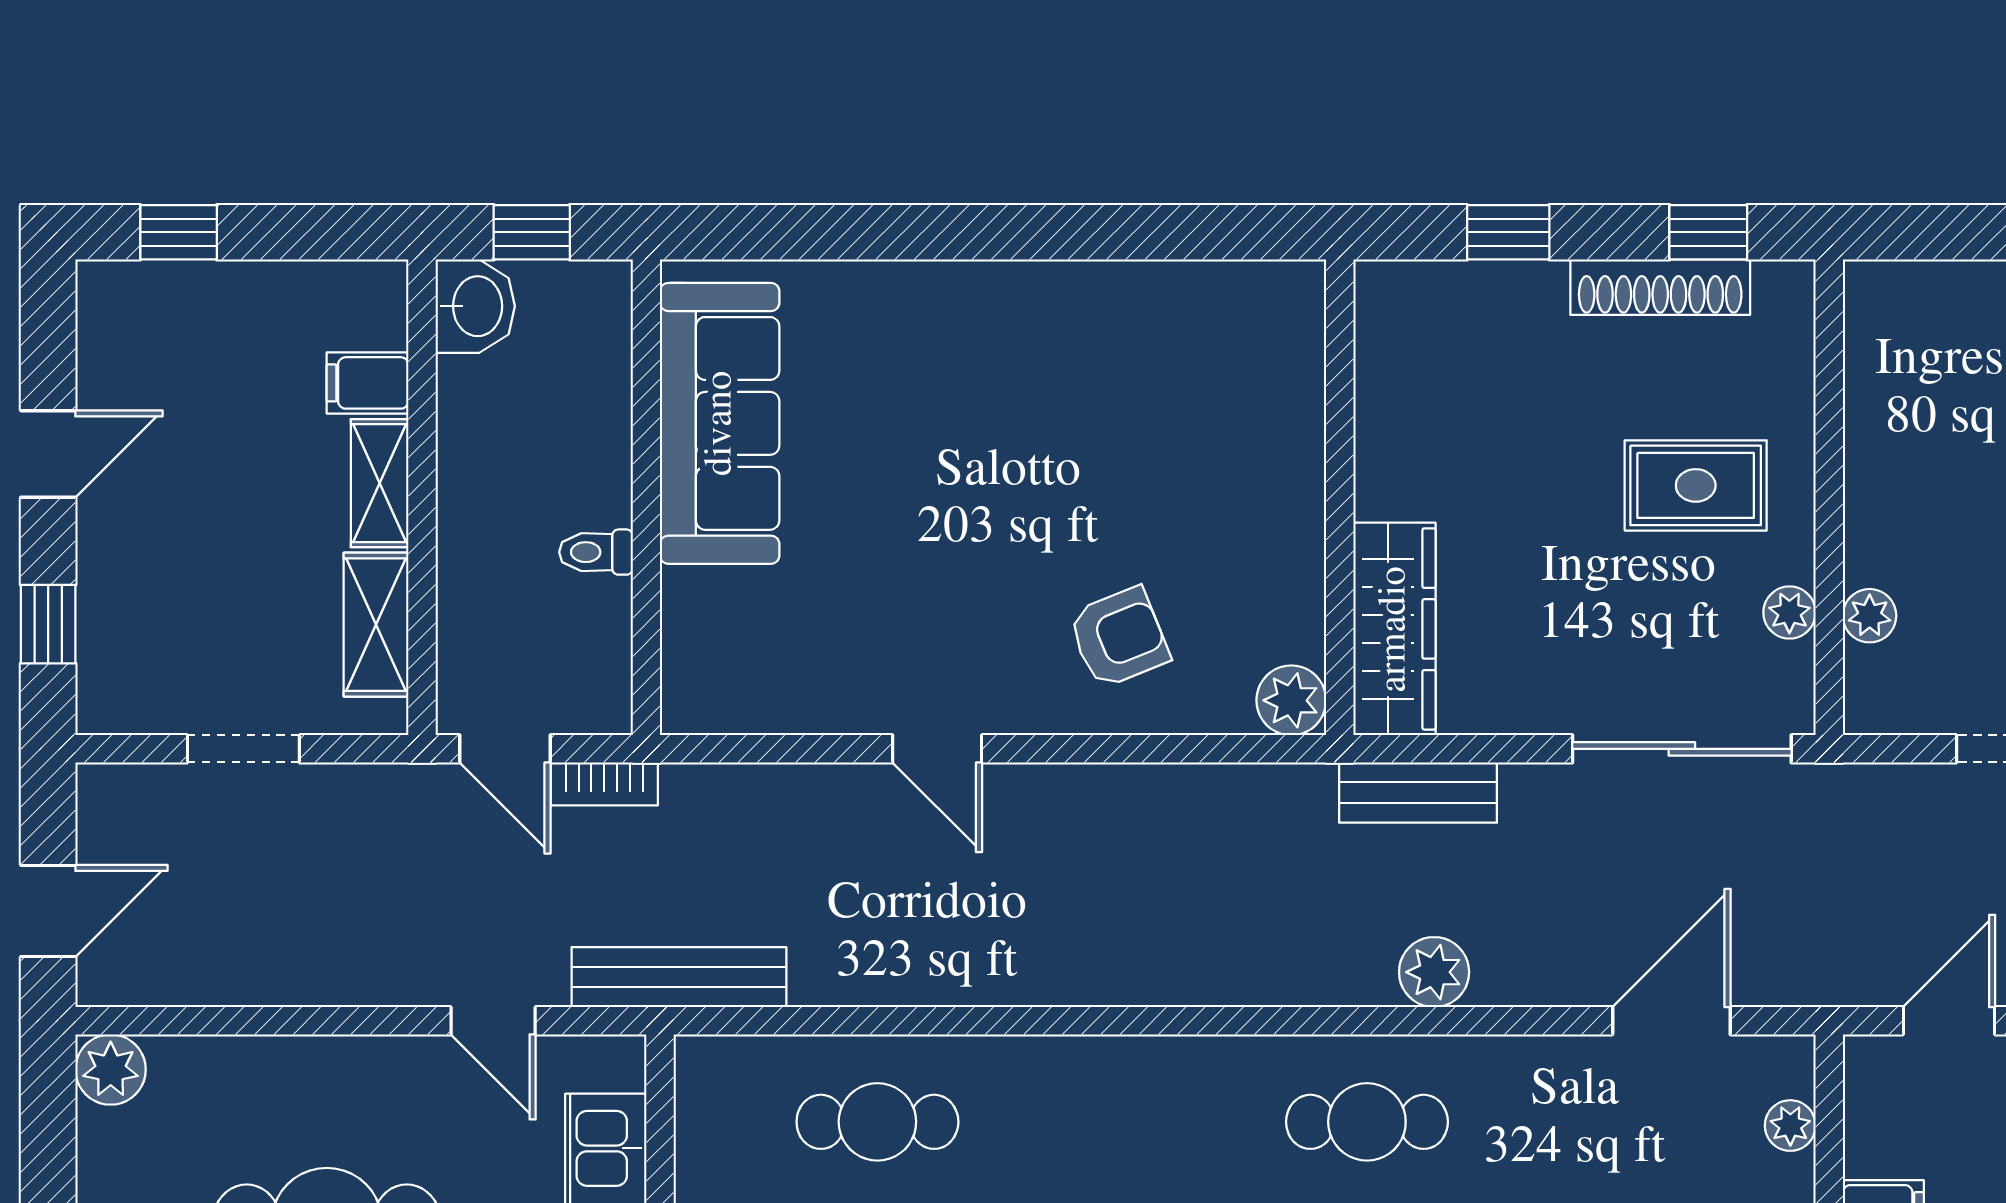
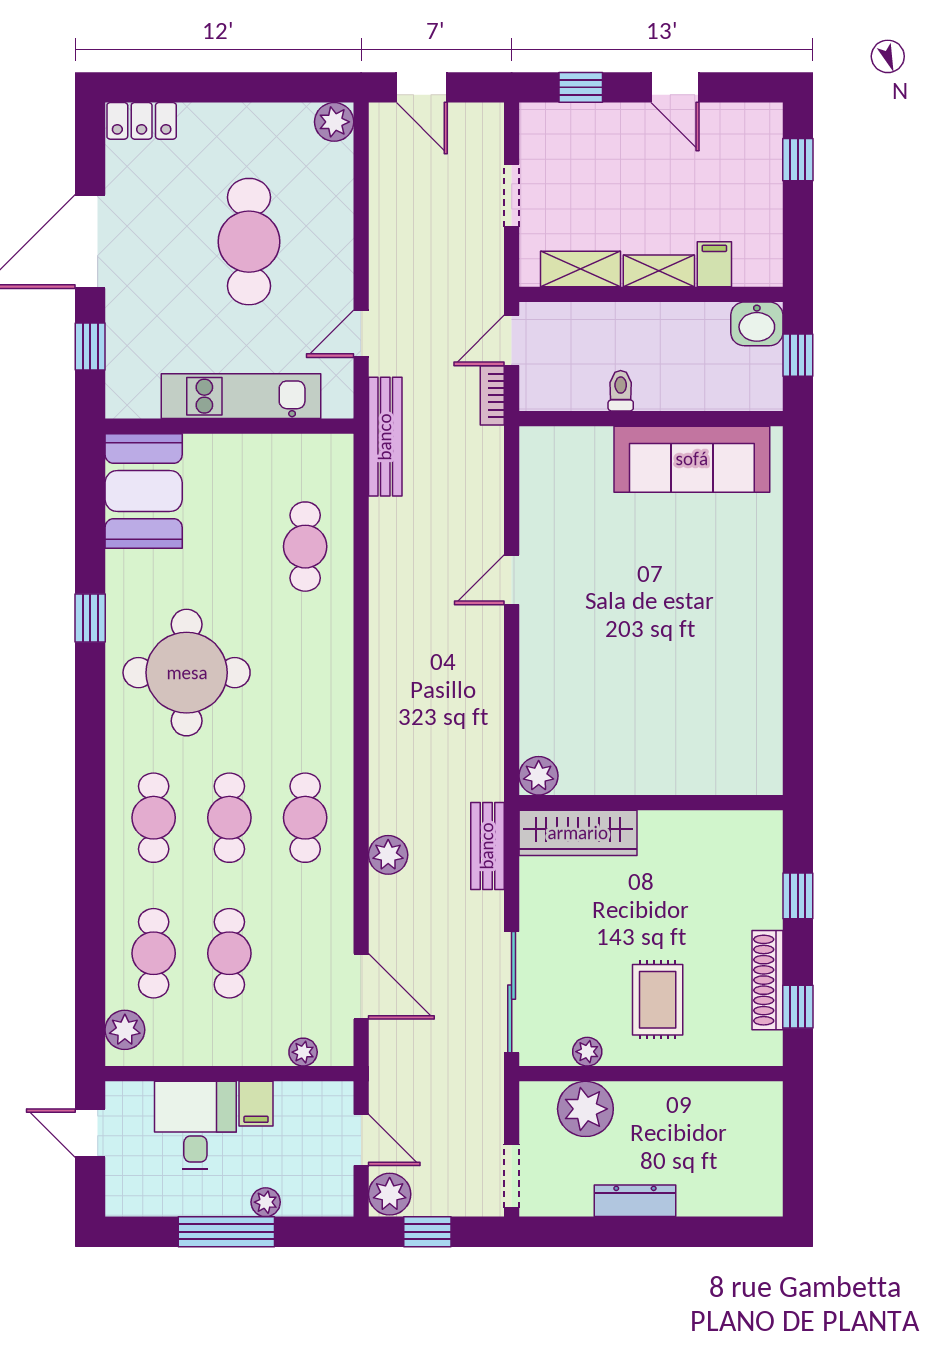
plant: (1870, 616) -> (585, 1109), width x1.87, depth x1.87
armchair: (1119, 637) -> (573, 680), removed

